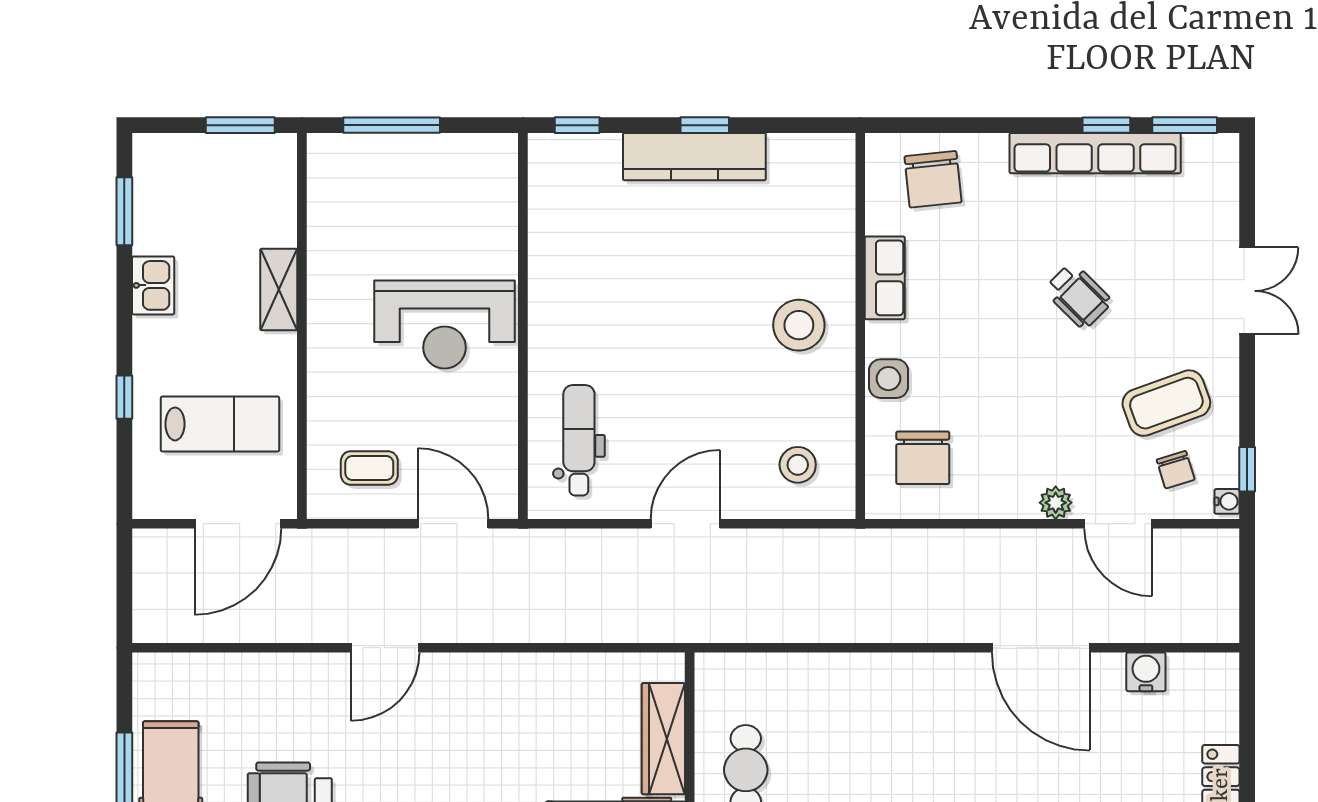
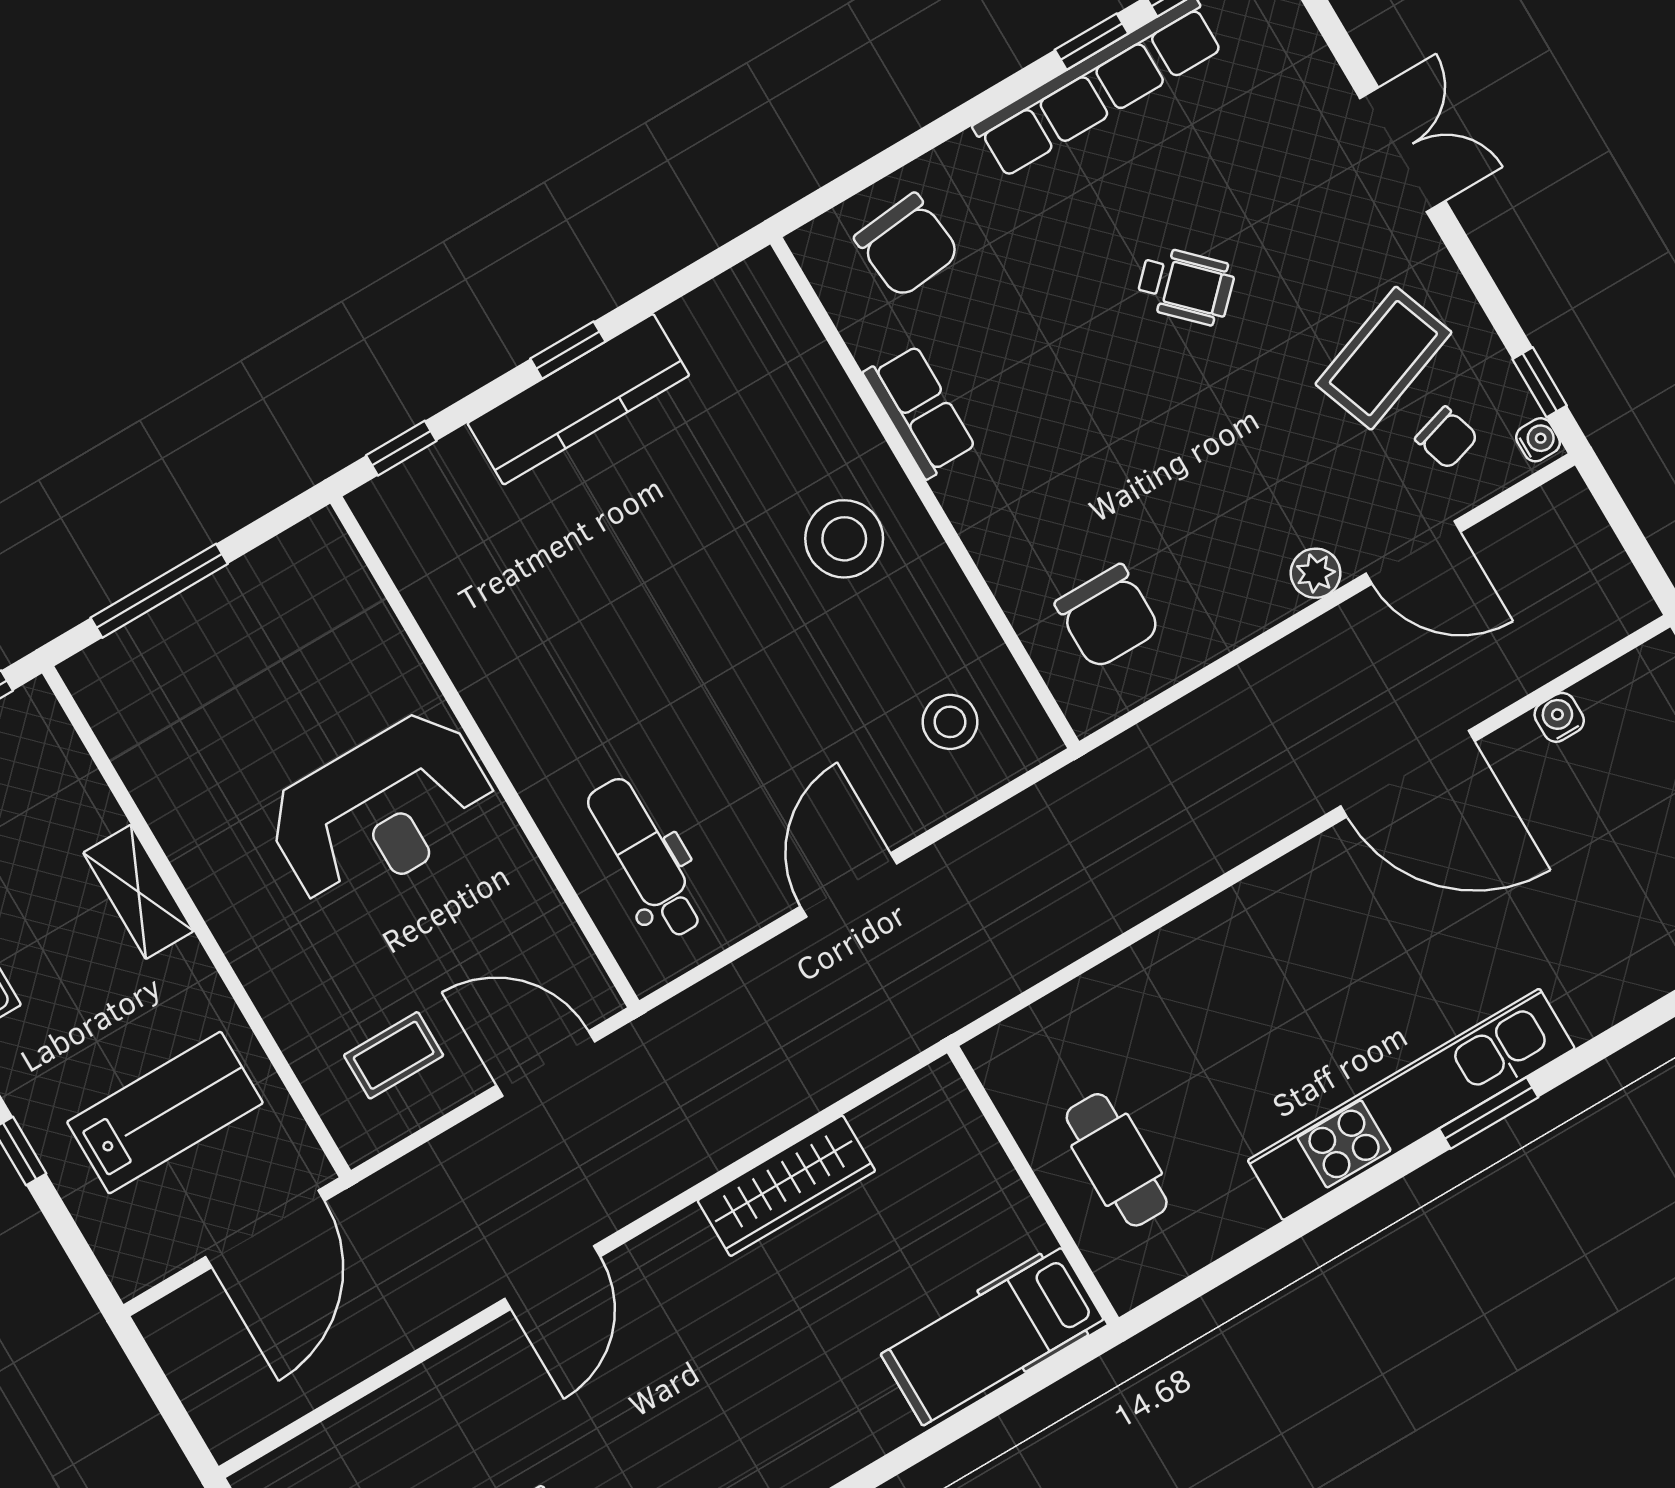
side table: (888, 379) -> (1002, 540), removed
water cooler: (1146, 672) -> (1559, 717), width x0.72, depth x0.72
wardrobe: (663, 739) -> (786, 1186), moved, turned -90

